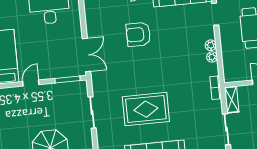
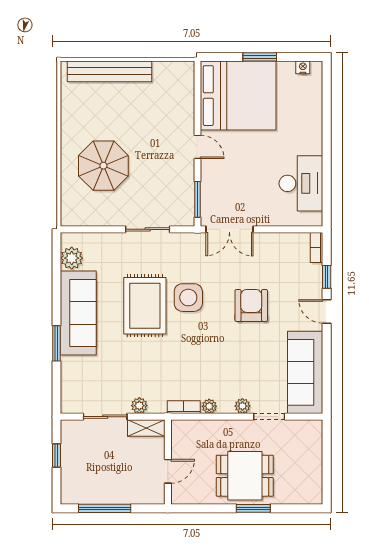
plant: (211, 45) -> (242, 406), moved
side table: (137, 79) -> (188, 298), added
bookcase: (216, 88) -> (184, 407), moved
plant: (216, 106) -> (139, 406), added

